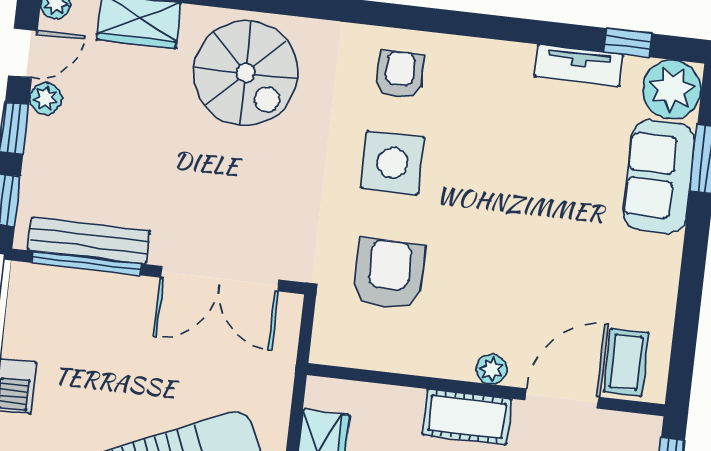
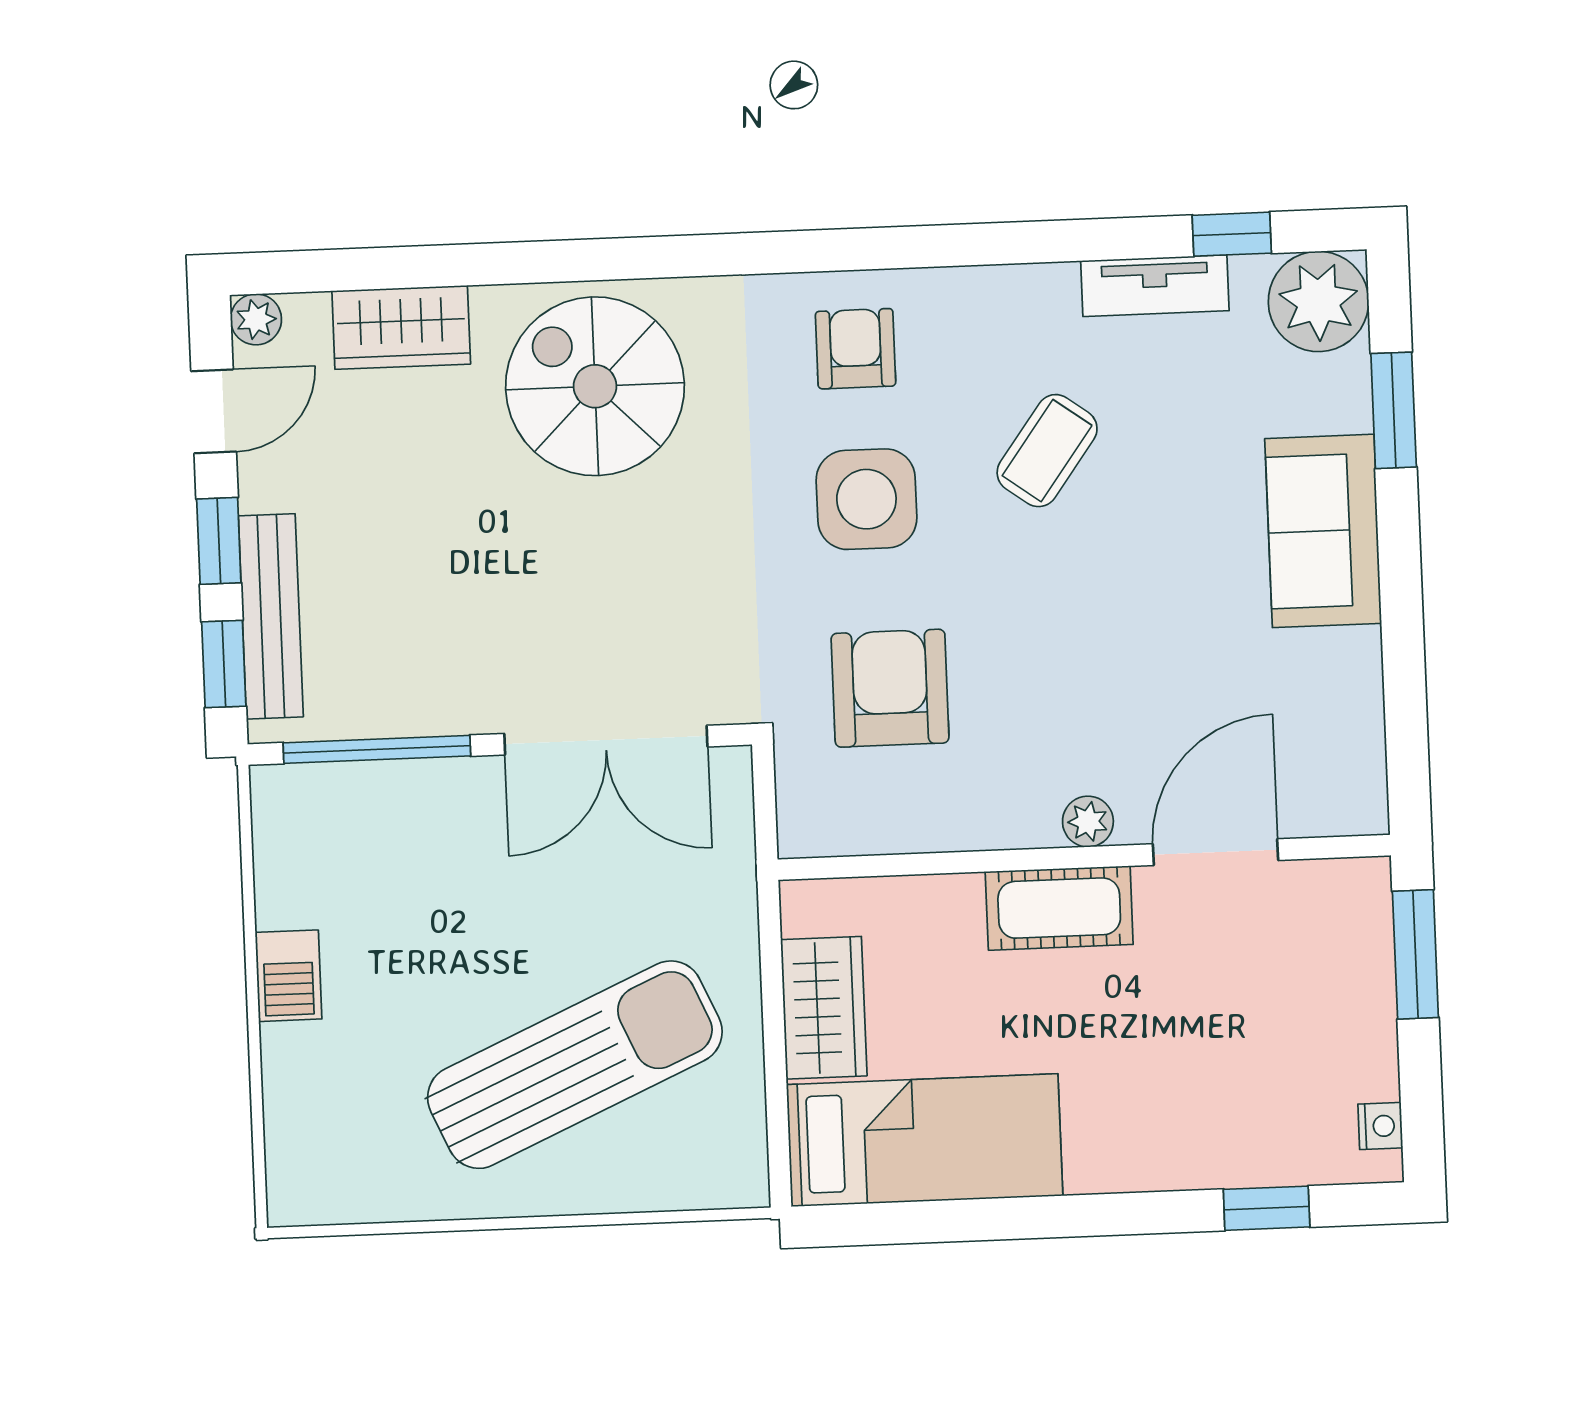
spiral stairs: (246, 73) -> (595, 386), turned 180
plant: (46, 99) -> (264, 482), removed
sofa: (659, 177) -> (1323, 531), moved
bench: (89, 241) -> (271, 616), moved, turned 90
coffee table: (626, 362) -> (1047, 451), moved, turned 36

